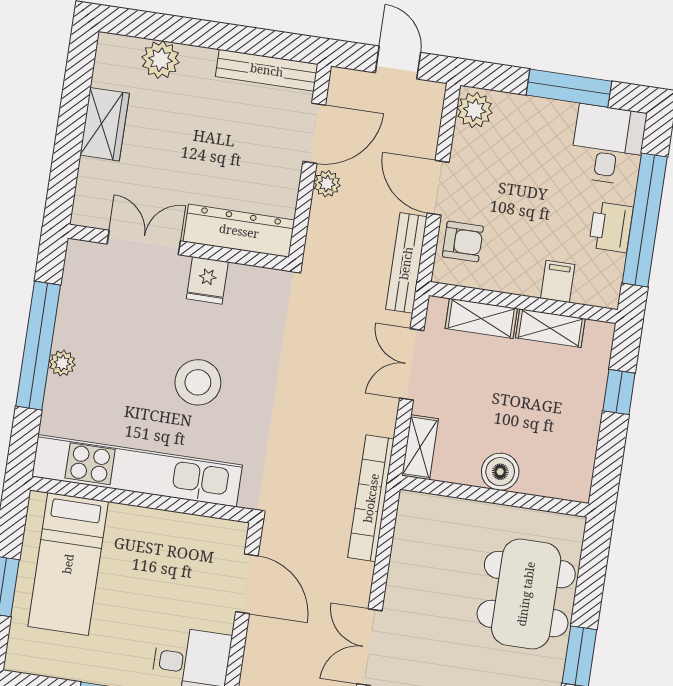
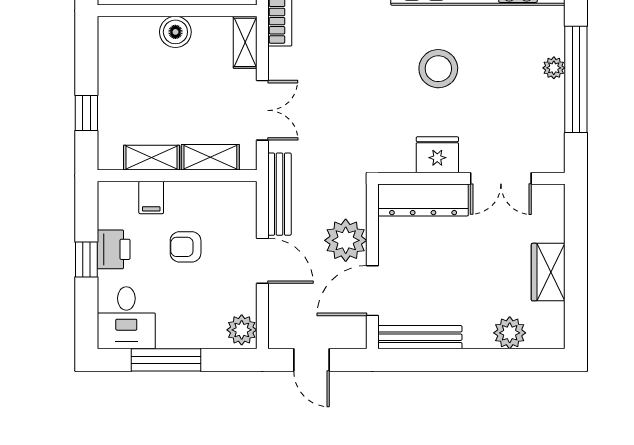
plant: (327, 184) -> (346, 240), width x1.87, depth x1.87
window: (645, 220) -> (86, 260), width x0.32
armchair: (463, 242) -> (186, 247), moved
fridge: (207, 280) -> (437, 155), width x1.38

